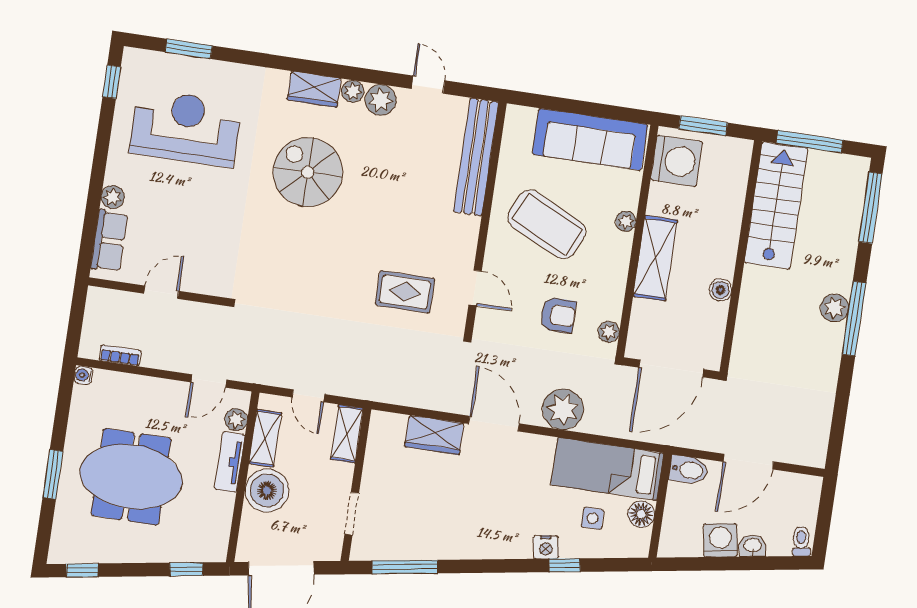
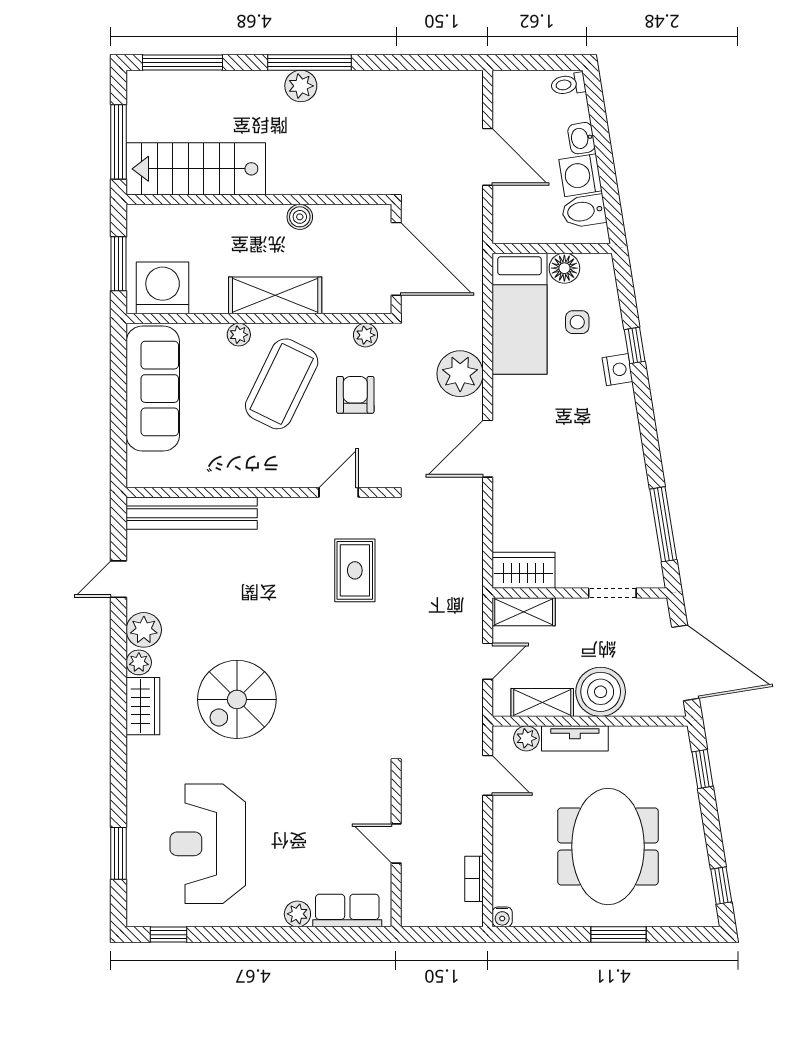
coffee table: (547, 224) -> (282, 384), moved
wardrobe: (434, 435) -> (523, 570), moved, turned -90
bidet: (689, 470) -> (584, 211), moved, turned -99

